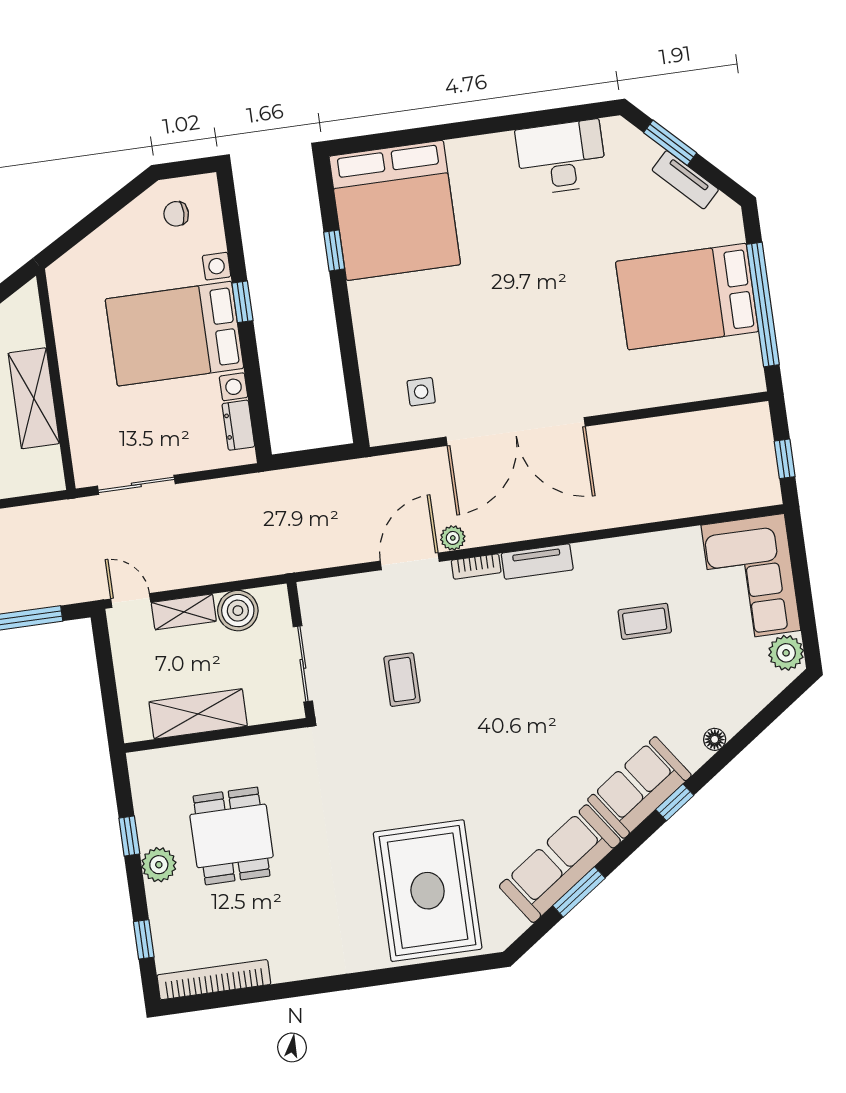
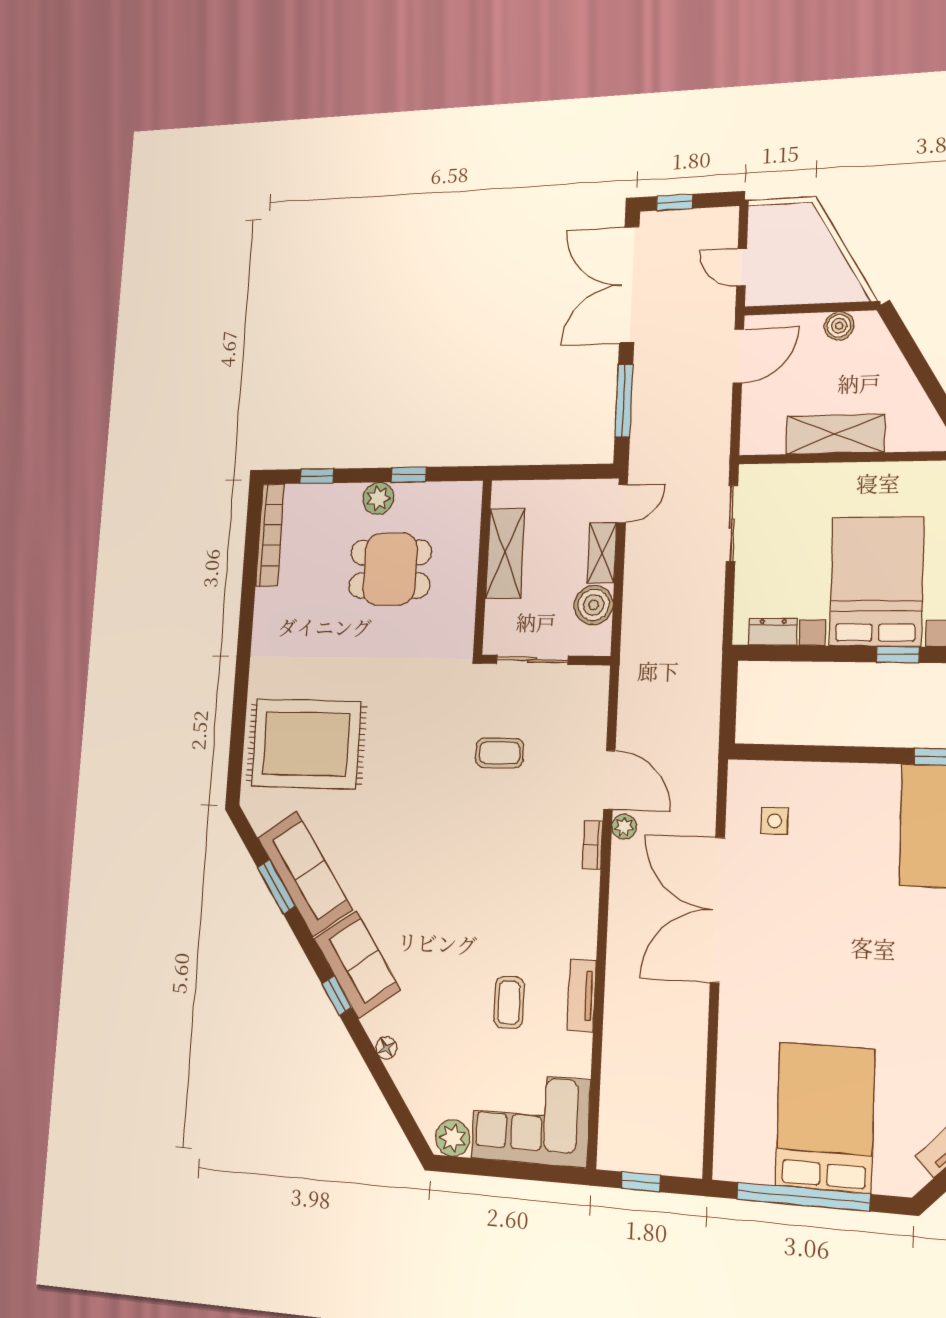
tv unit: (537, 562) -> (582, 995), moved

